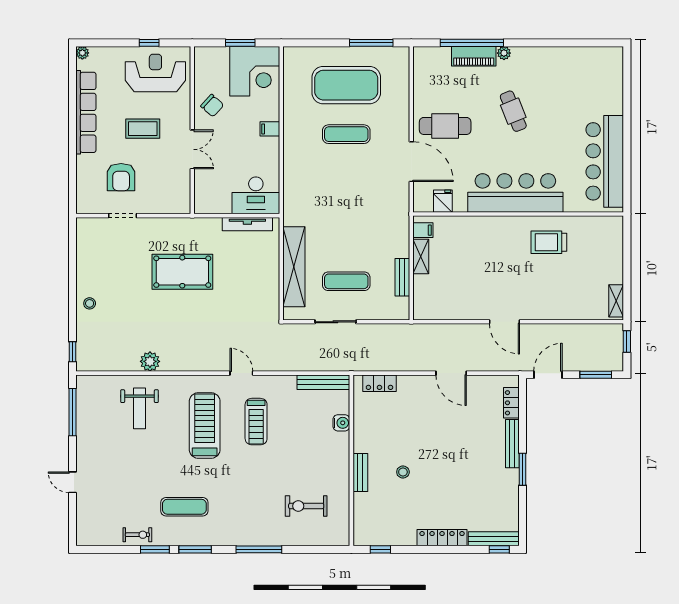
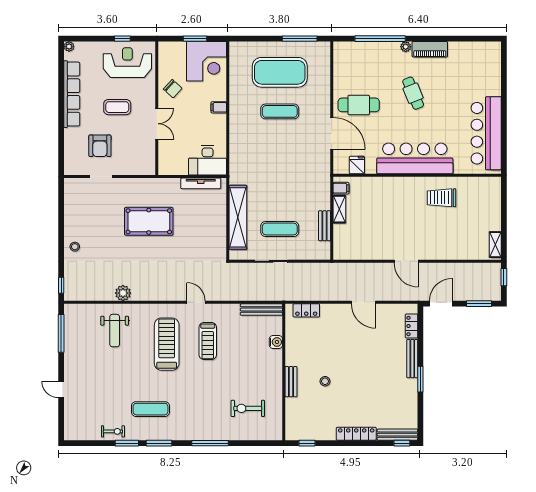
piano: (474, 56) -> (430, 49), moved

